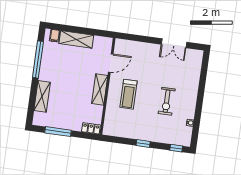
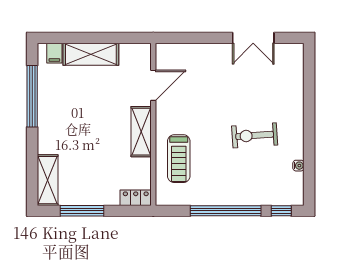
treadmill: (128, 94) -> (179, 159), moved
shelving: (42, 96) -> (48, 180), moved
exercise bike: (167, 101) -> (255, 135), turned 86
window: (143, 144) -> (226, 211), width x3.17

